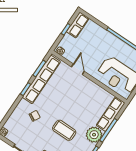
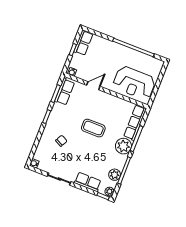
door: (78, 69) -> (93, 86), hinge flipped
row of seats: (41, 79) -> (65, 92), width x0.50
coffee table: (64, 130) -> (93, 128), moved

